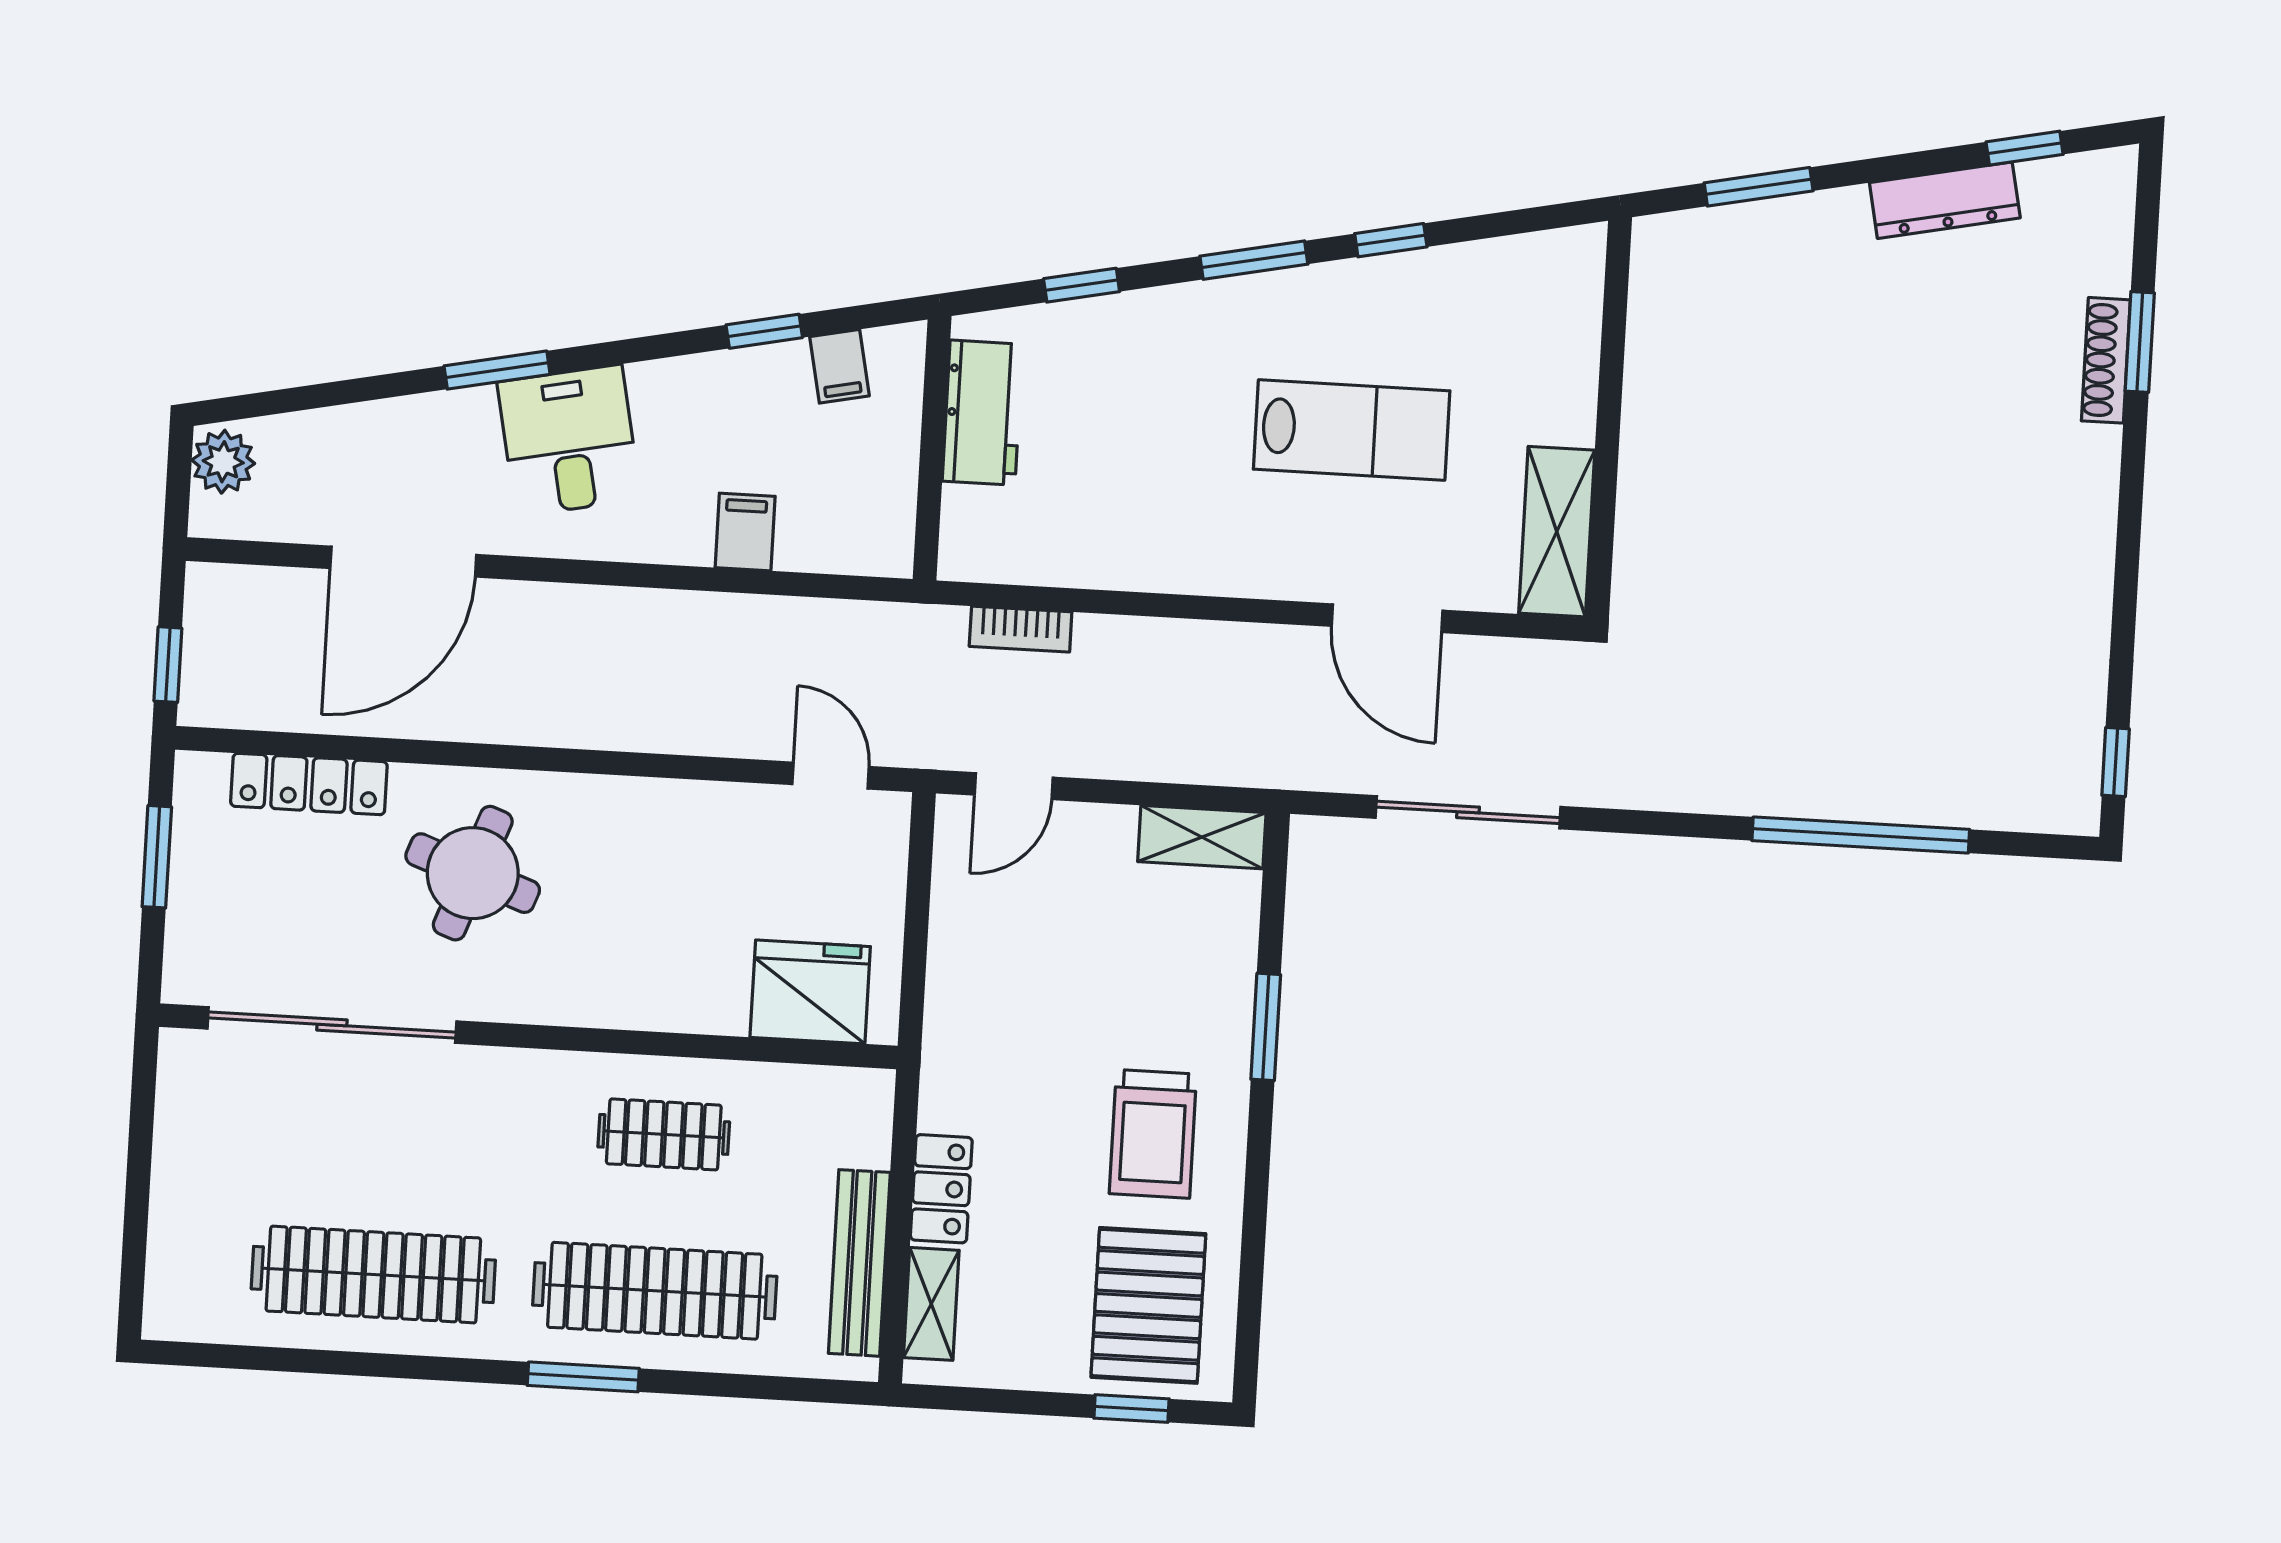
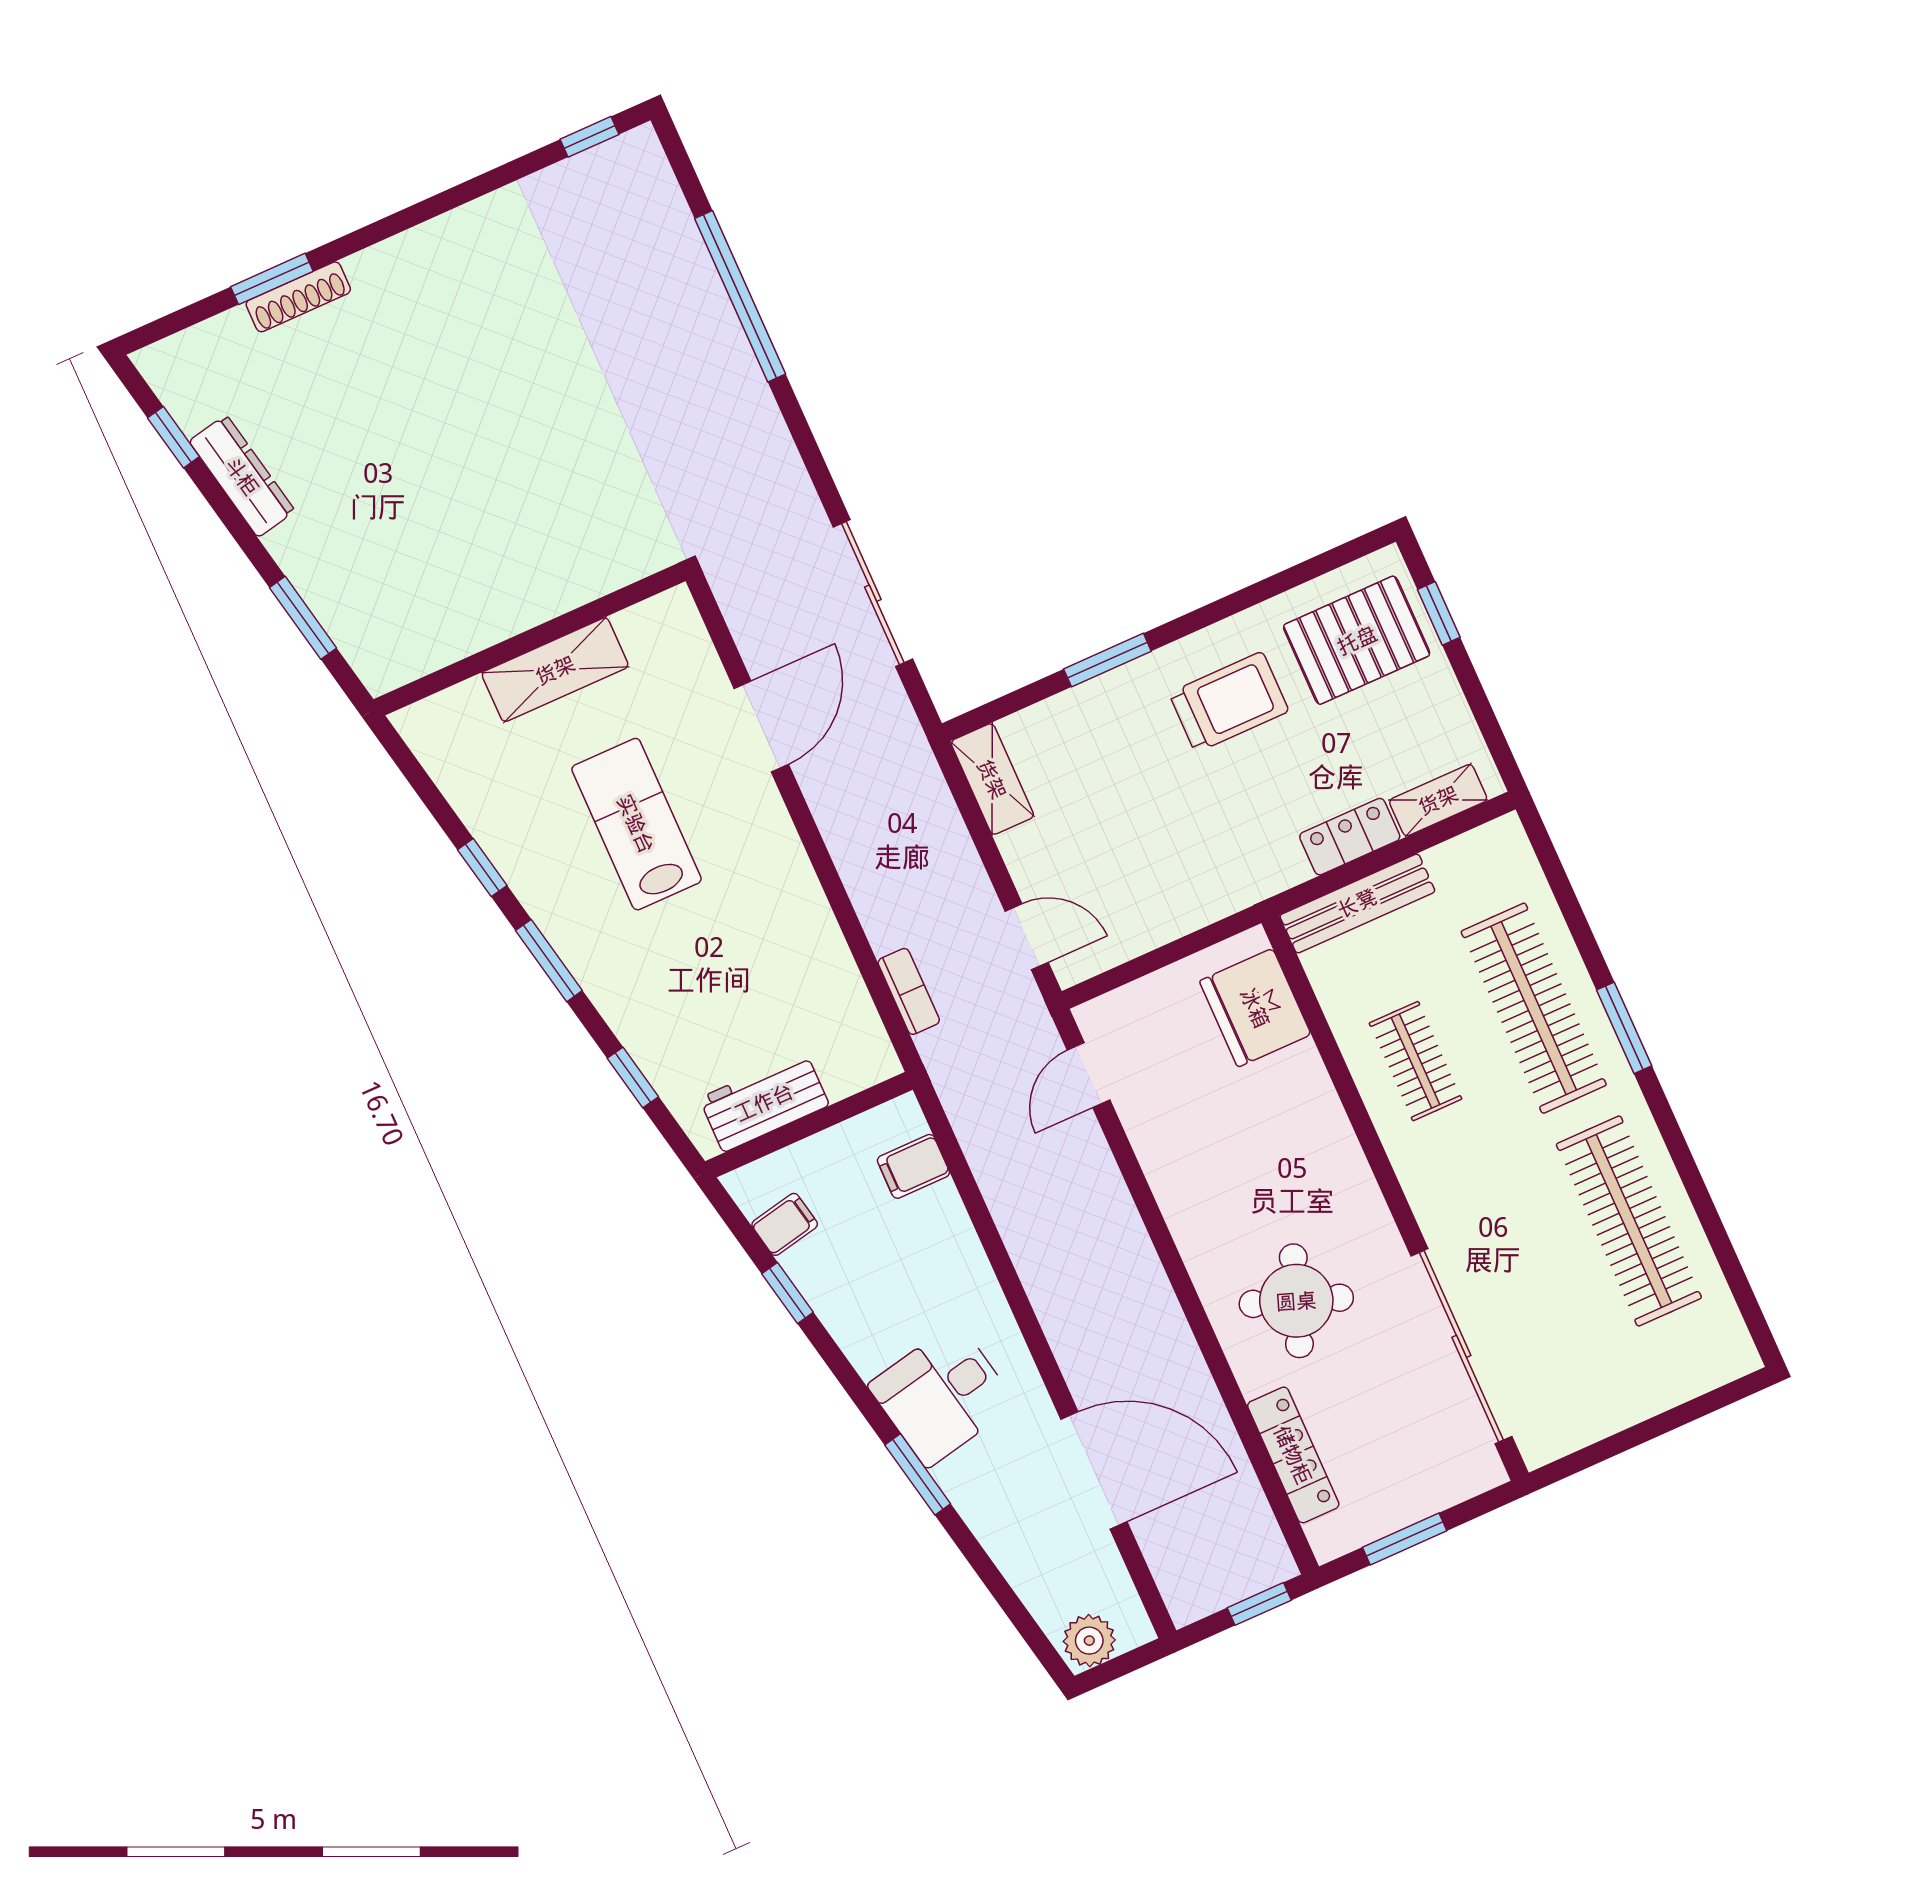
filing cabinet: (745, 532) -> (913, 1166), moved
shelving: (1557, 532) -> (555, 670), moved
bench: (859, 1263) -> (1357, 903), moved

